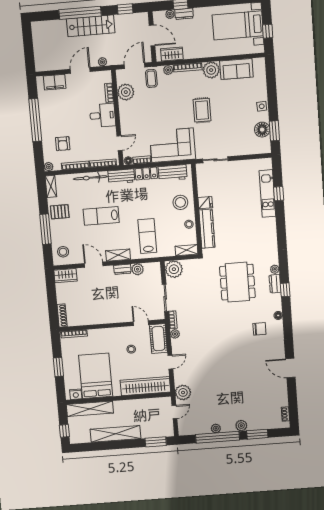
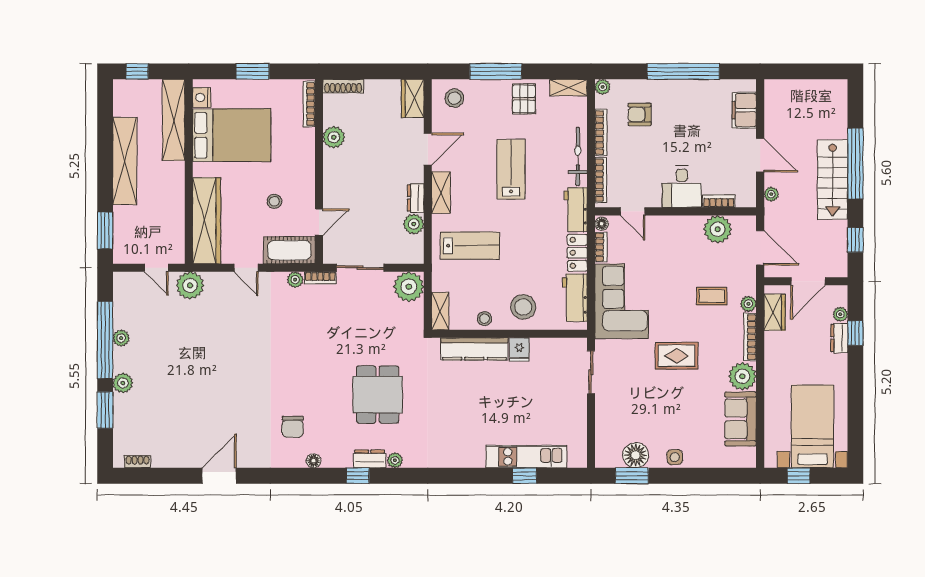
coffee table: (151, 78) -> (712, 296), moved
dining table: (237, 282) -> (378, 395), width x0.73
plant: (92, 319) -> (334, 137), added

